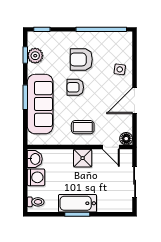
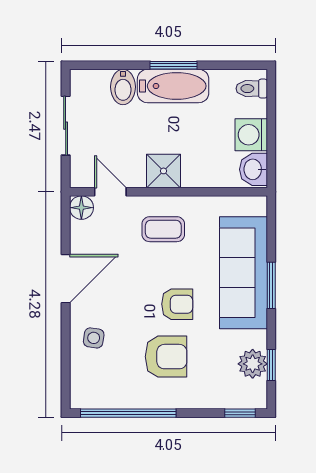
bidet: (104, 203) -> (123, 87), added

